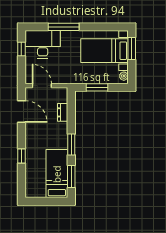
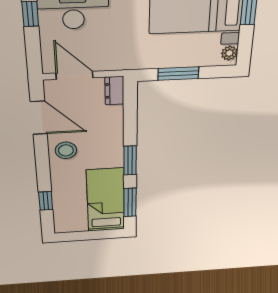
dresser: (63, 112) -> (114, 91), moved
stool: (35, 135) -> (66, 150), added
window: (21, 156) -> (46, 201), moved

